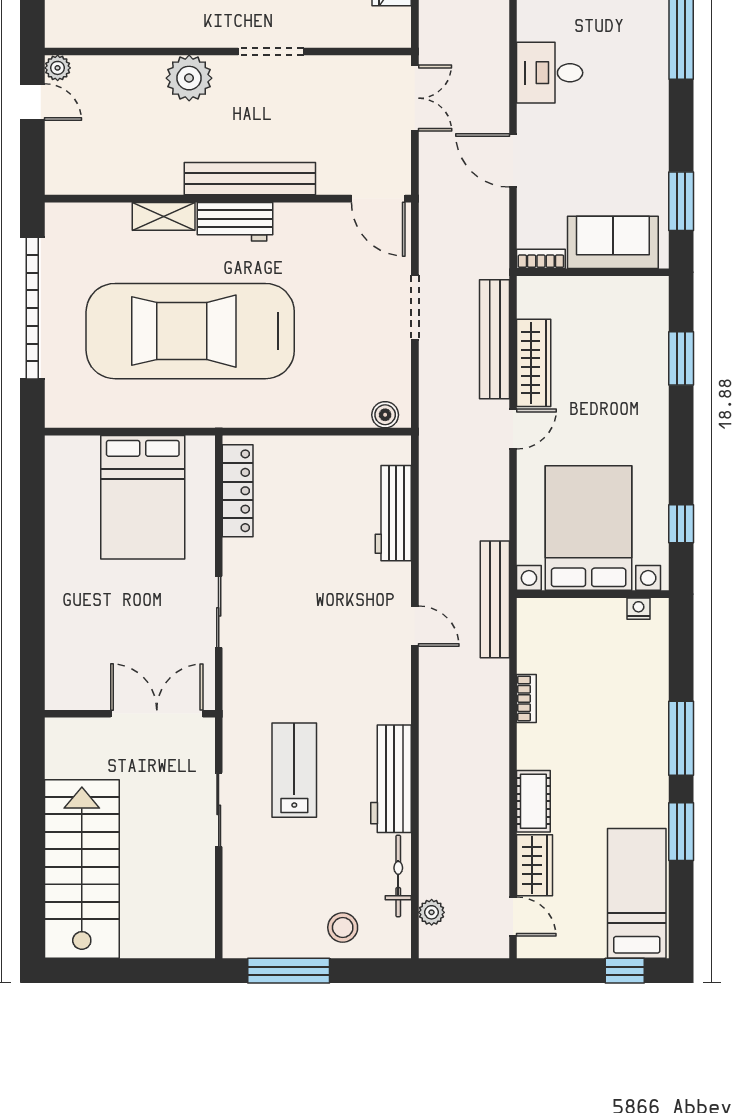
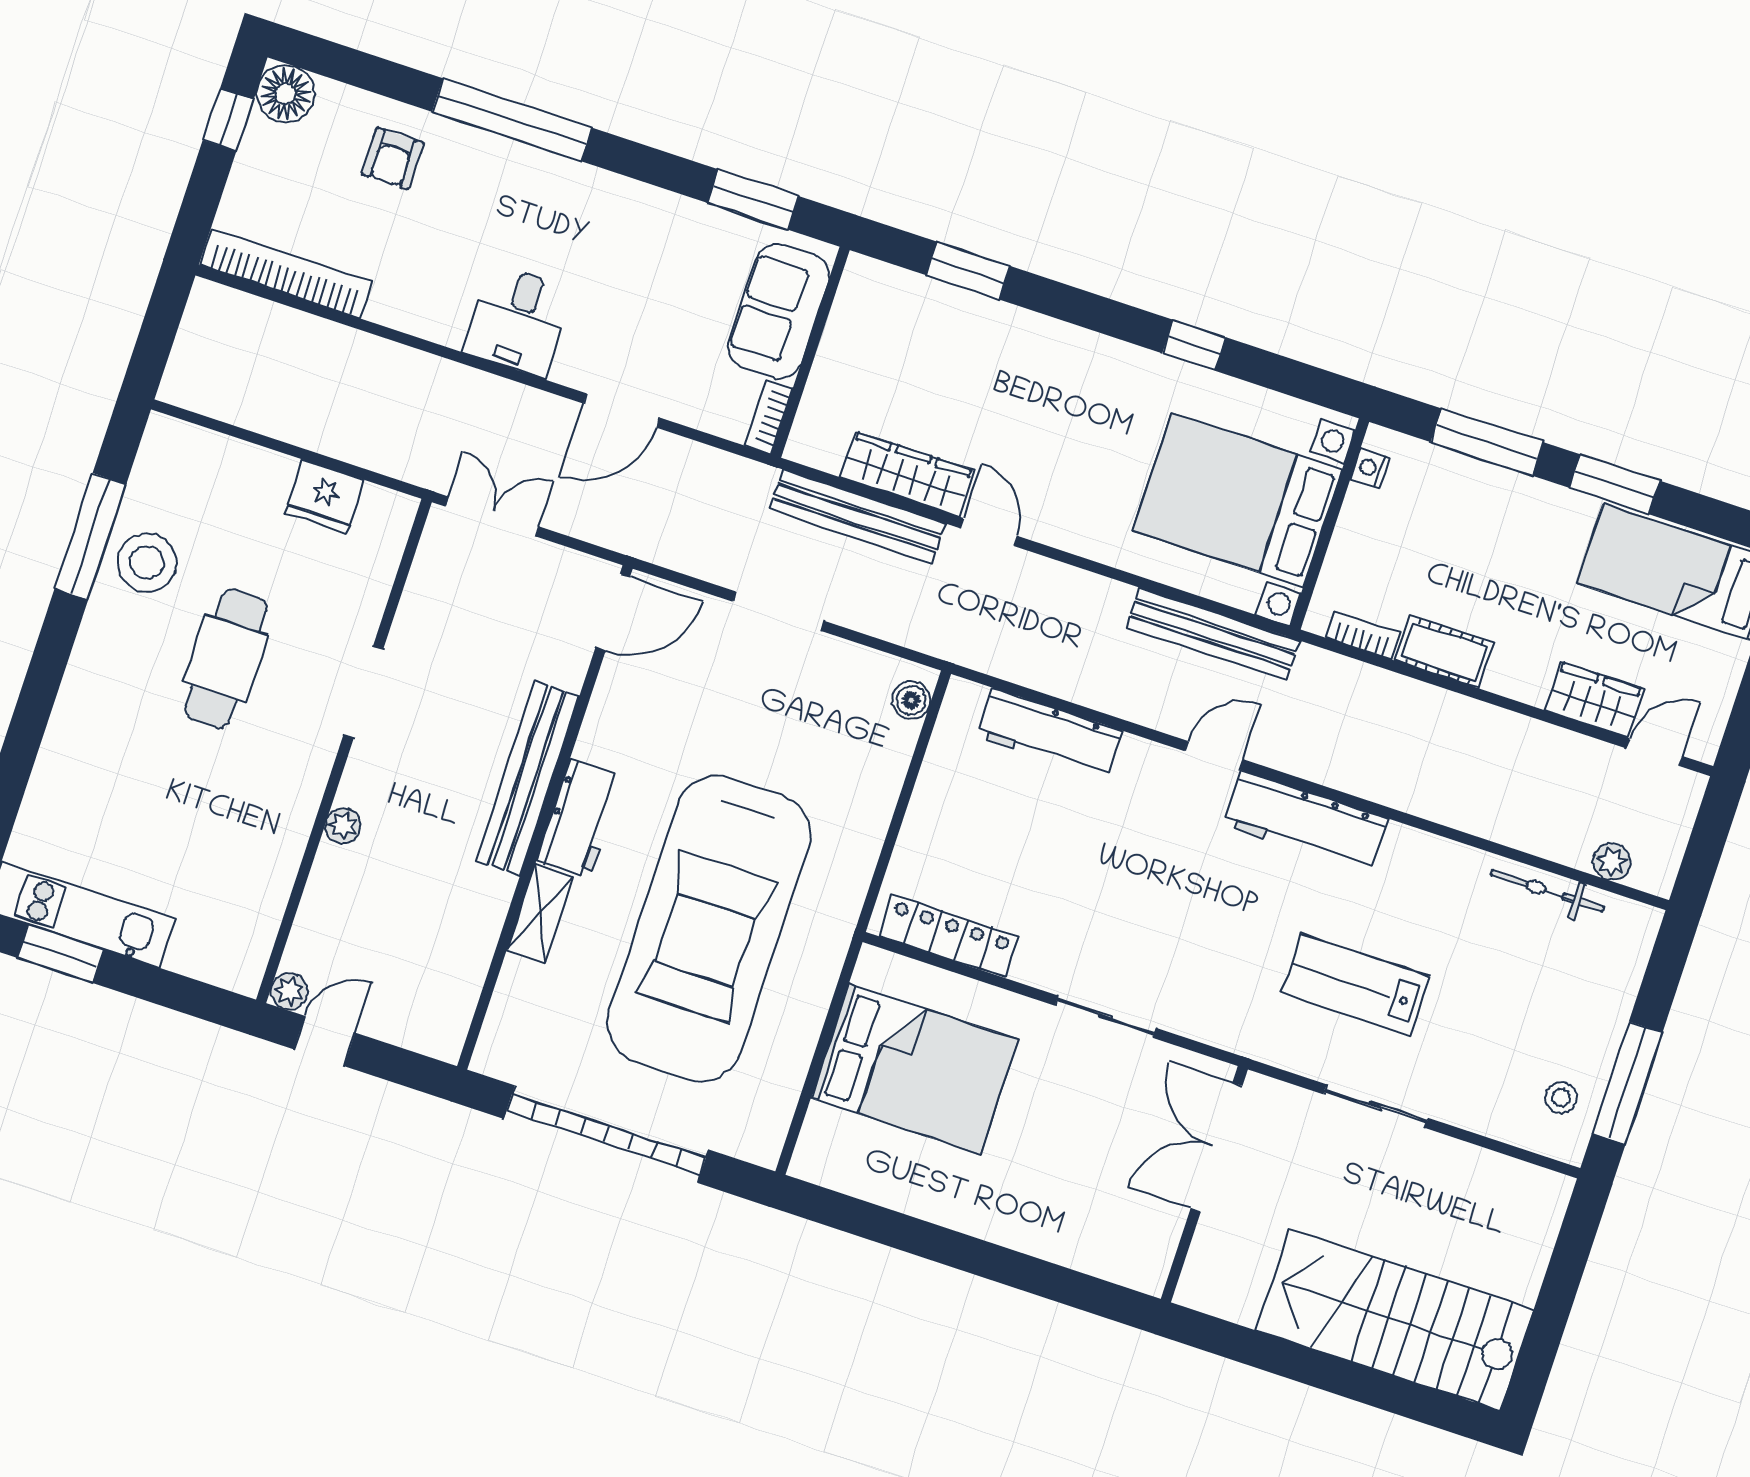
plant: (189, 78) -> (343, 826), width x0.53, depth x0.53
bed with nightstands: (589, 528) -> (1237, 500), moved
wall: (593, 594) -> (1330, 524), moved
nightstand: (638, 609) -> (1370, 468), moved
workbench: (391, 779) -> (1305, 822), moved
cot: (533, 801) -> (1444, 652), moved
stool: (343, 927) -> (1561, 1098), moved, width x0.73, depth x0.73

